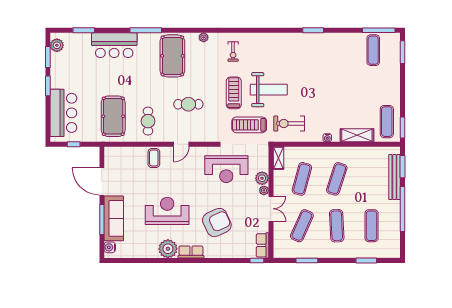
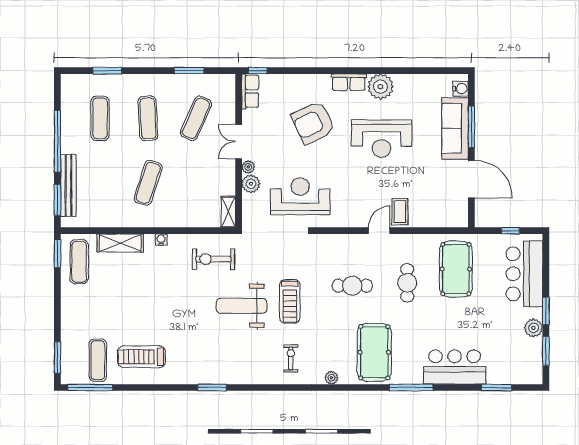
window: (313, 30) -> (212, 388), moved
plant: (57, 45) -> (533, 328), moved
cafe table: (148, 121) -> (407, 283), moved
exercise bike: (289, 124) -> (213, 259), turned 180
treadmill: (249, 125) -> (141, 357), moved, turned 180
door: (181, 144) -> (379, 231), moved
exercise mat: (302, 179) -> (196, 183), removed

